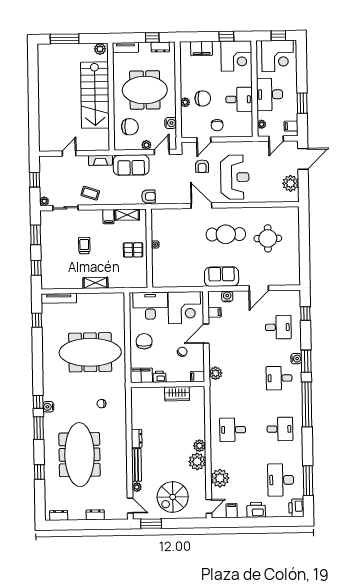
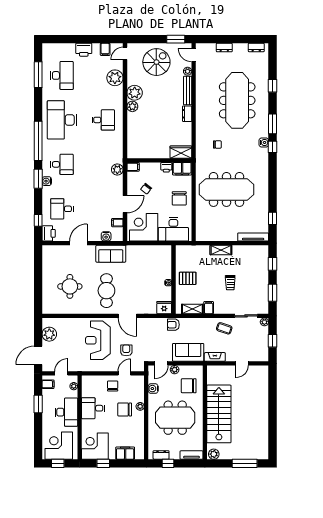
fridge: (159, 216) -> (164, 308), added
cafe table: (226, 234) -> (106, 291), turned 90
wardrobe: (177, 394) -> (181, 152), moved
desk: (280, 429) -> (62, 120), width x1.87, depth x1.30
printer: (296, 508) -> (49, 233), moved

